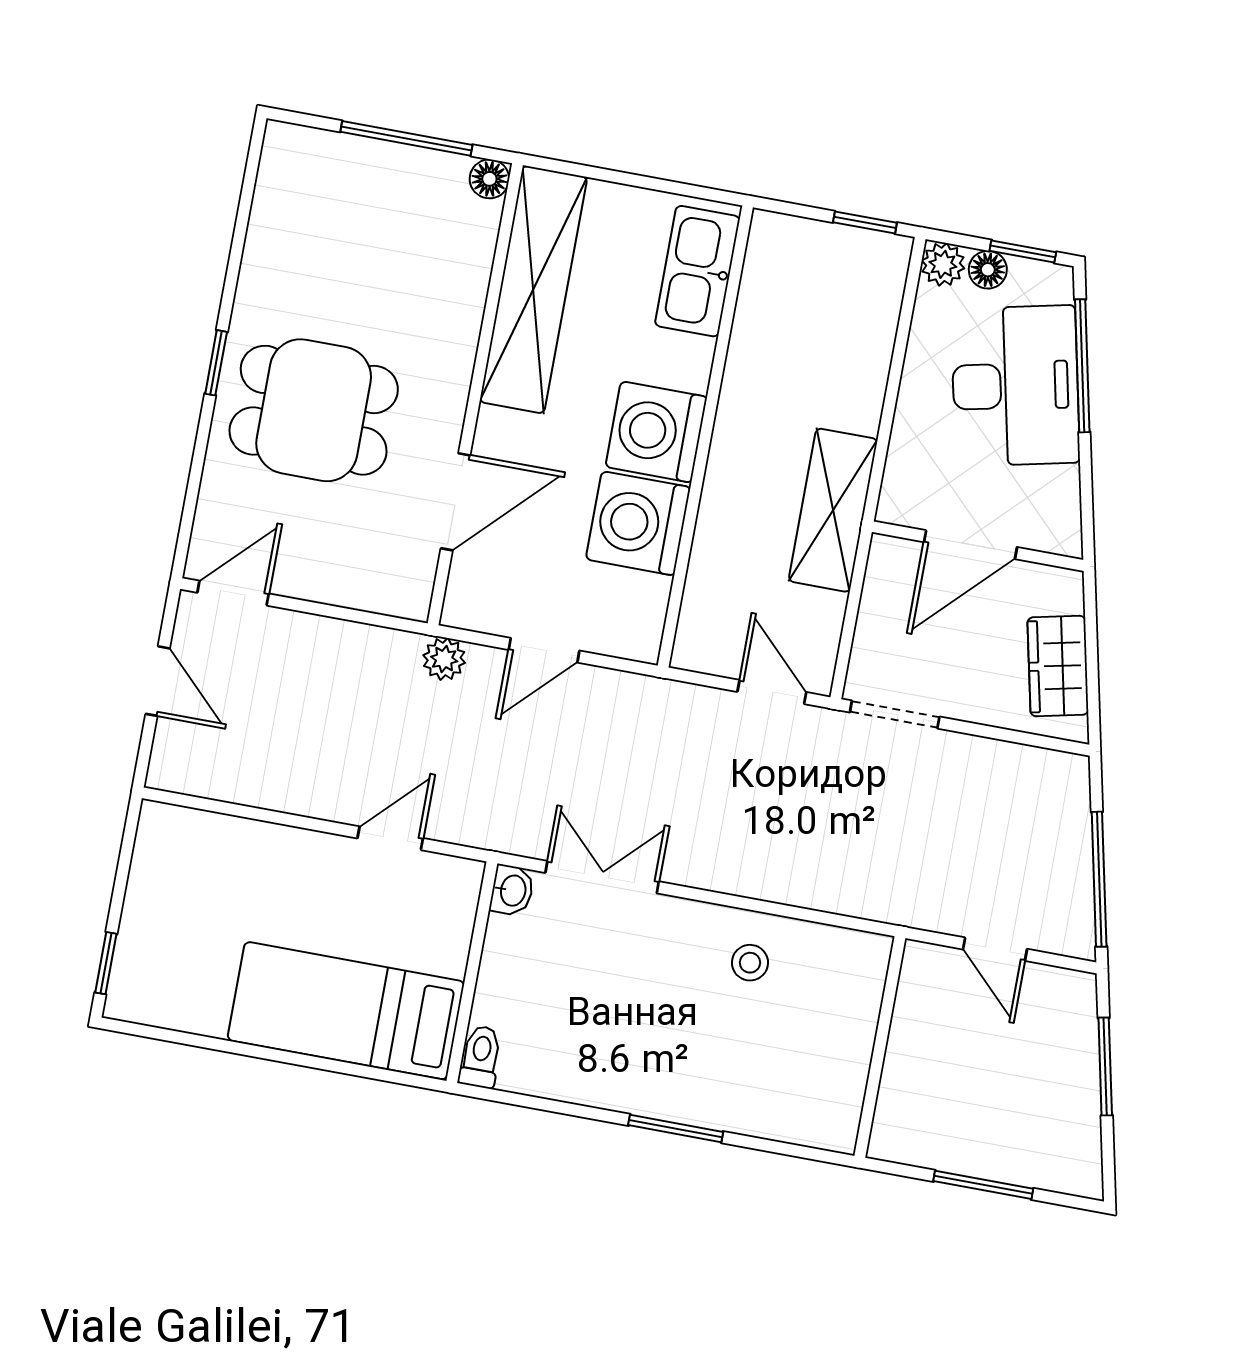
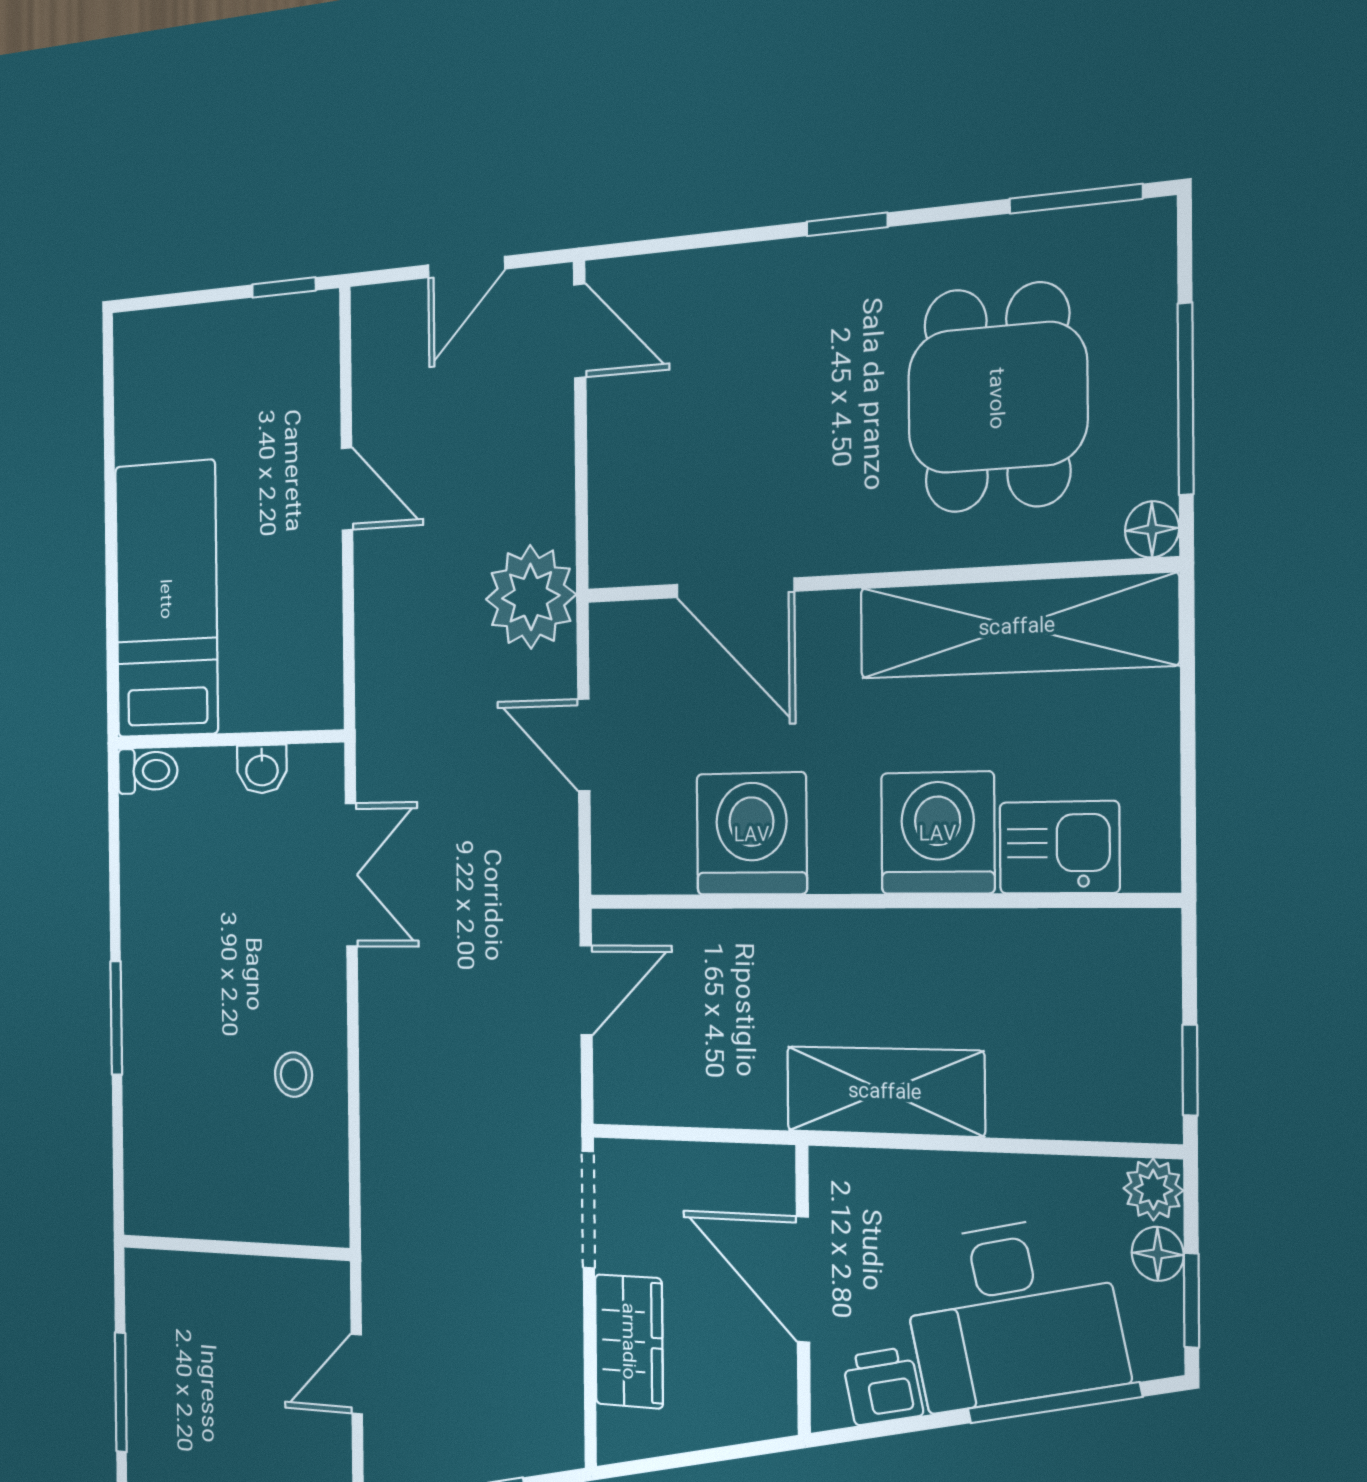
window: (248, 190) -> (1076, 199), added
kitchen sink: (697, 271) -> (1059, 847), width x0.73
dining table: (314, 410) -> (997, 398), moved
washing machine: (656, 432) -> (938, 833), moved
printer: (1056, 496) -> (883, 1386), added
shelving: (833, 510) -> (885, 1091), moved
plant: (444, 659) -> (531, 597), width x1.87, depth x1.87
wardrobe: (1058, 666) -> (629, 1341), moved, turned 102
door: (772, 692) -> (586, 990), moved
door: (390, 838) -> (347, 489), moved
washbasin: (512, 890) -> (262, 769), moved
window: (106, 963) -> (284, 287), moved

